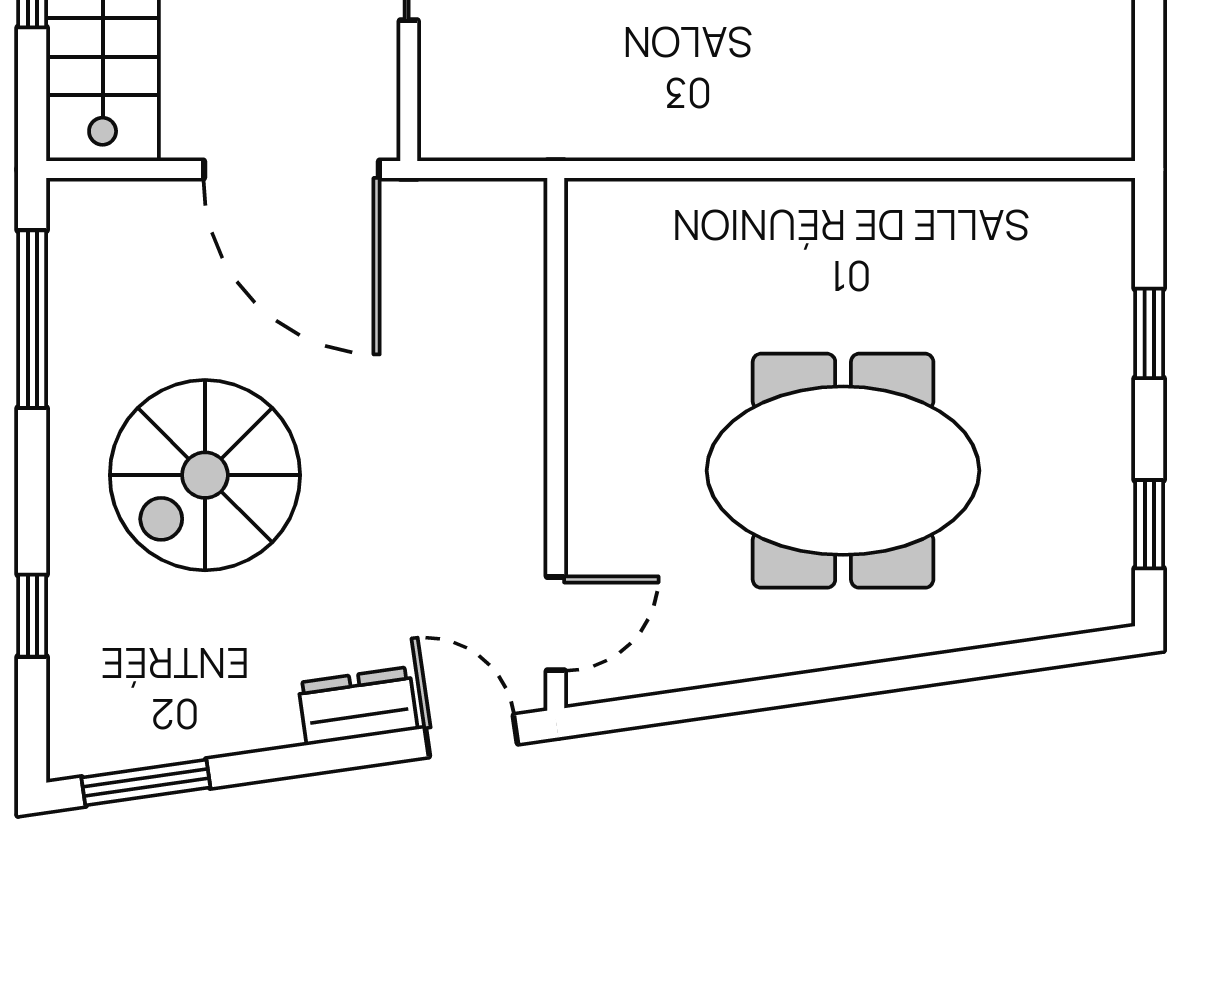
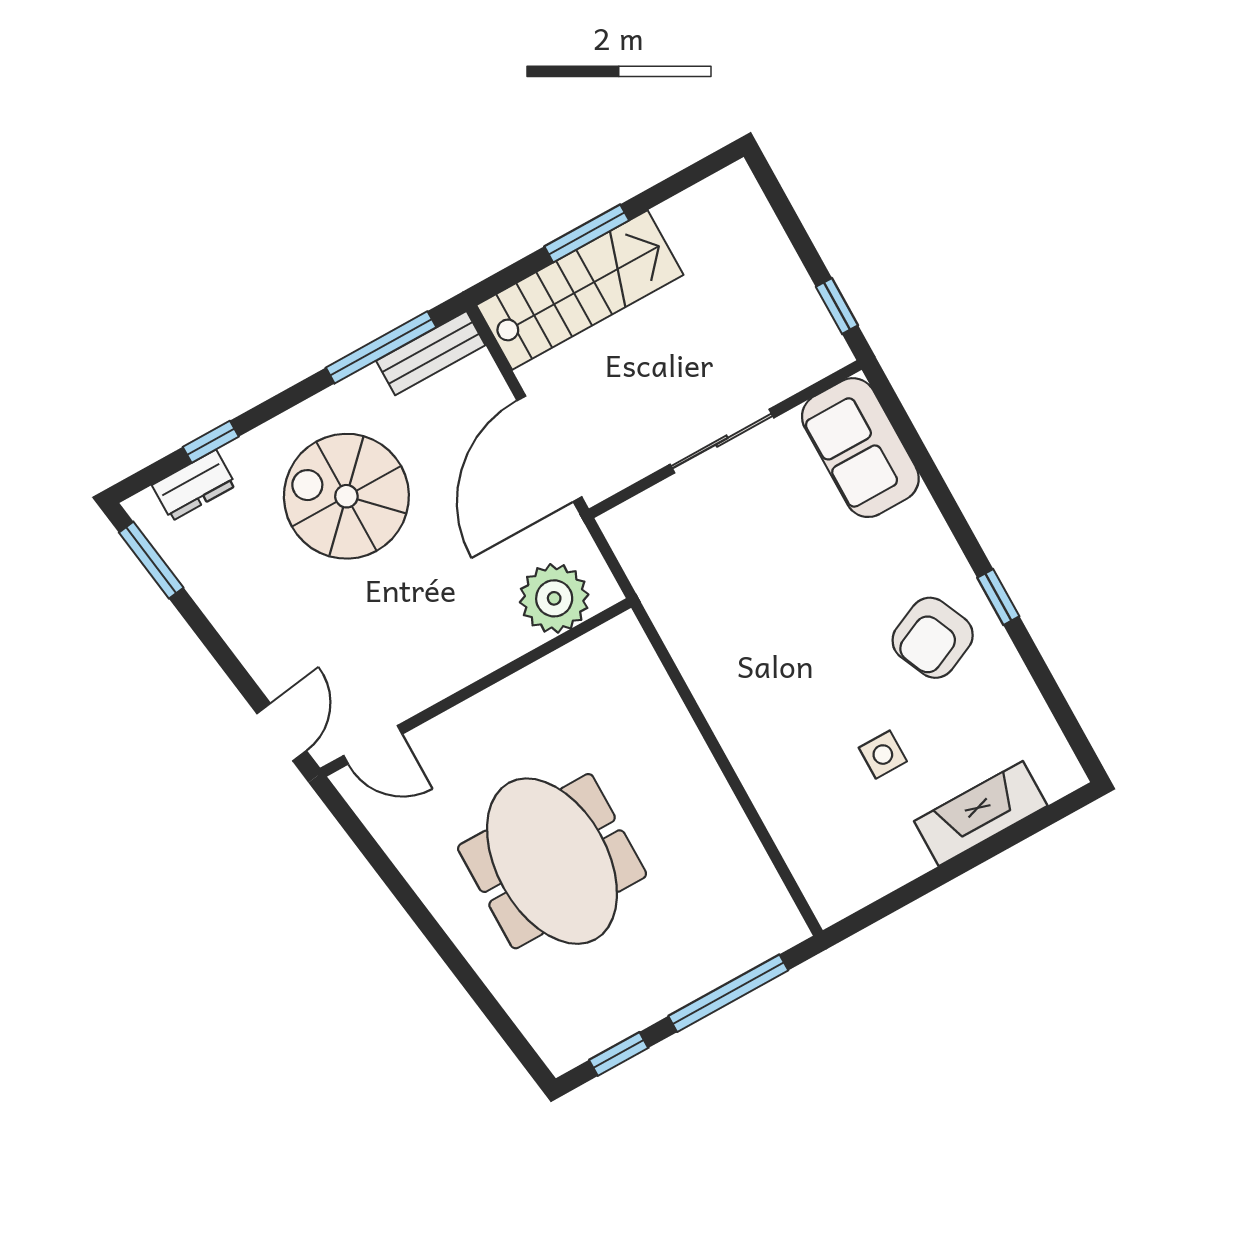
bench: (76, 257) -> (431, 353), added
plant: (494, 274) -> (554, 598), added
window: (1149, 333) -> (728, 993), width x2.17
dresser: (358, 706) -> (194, 485), moved, turned 98

